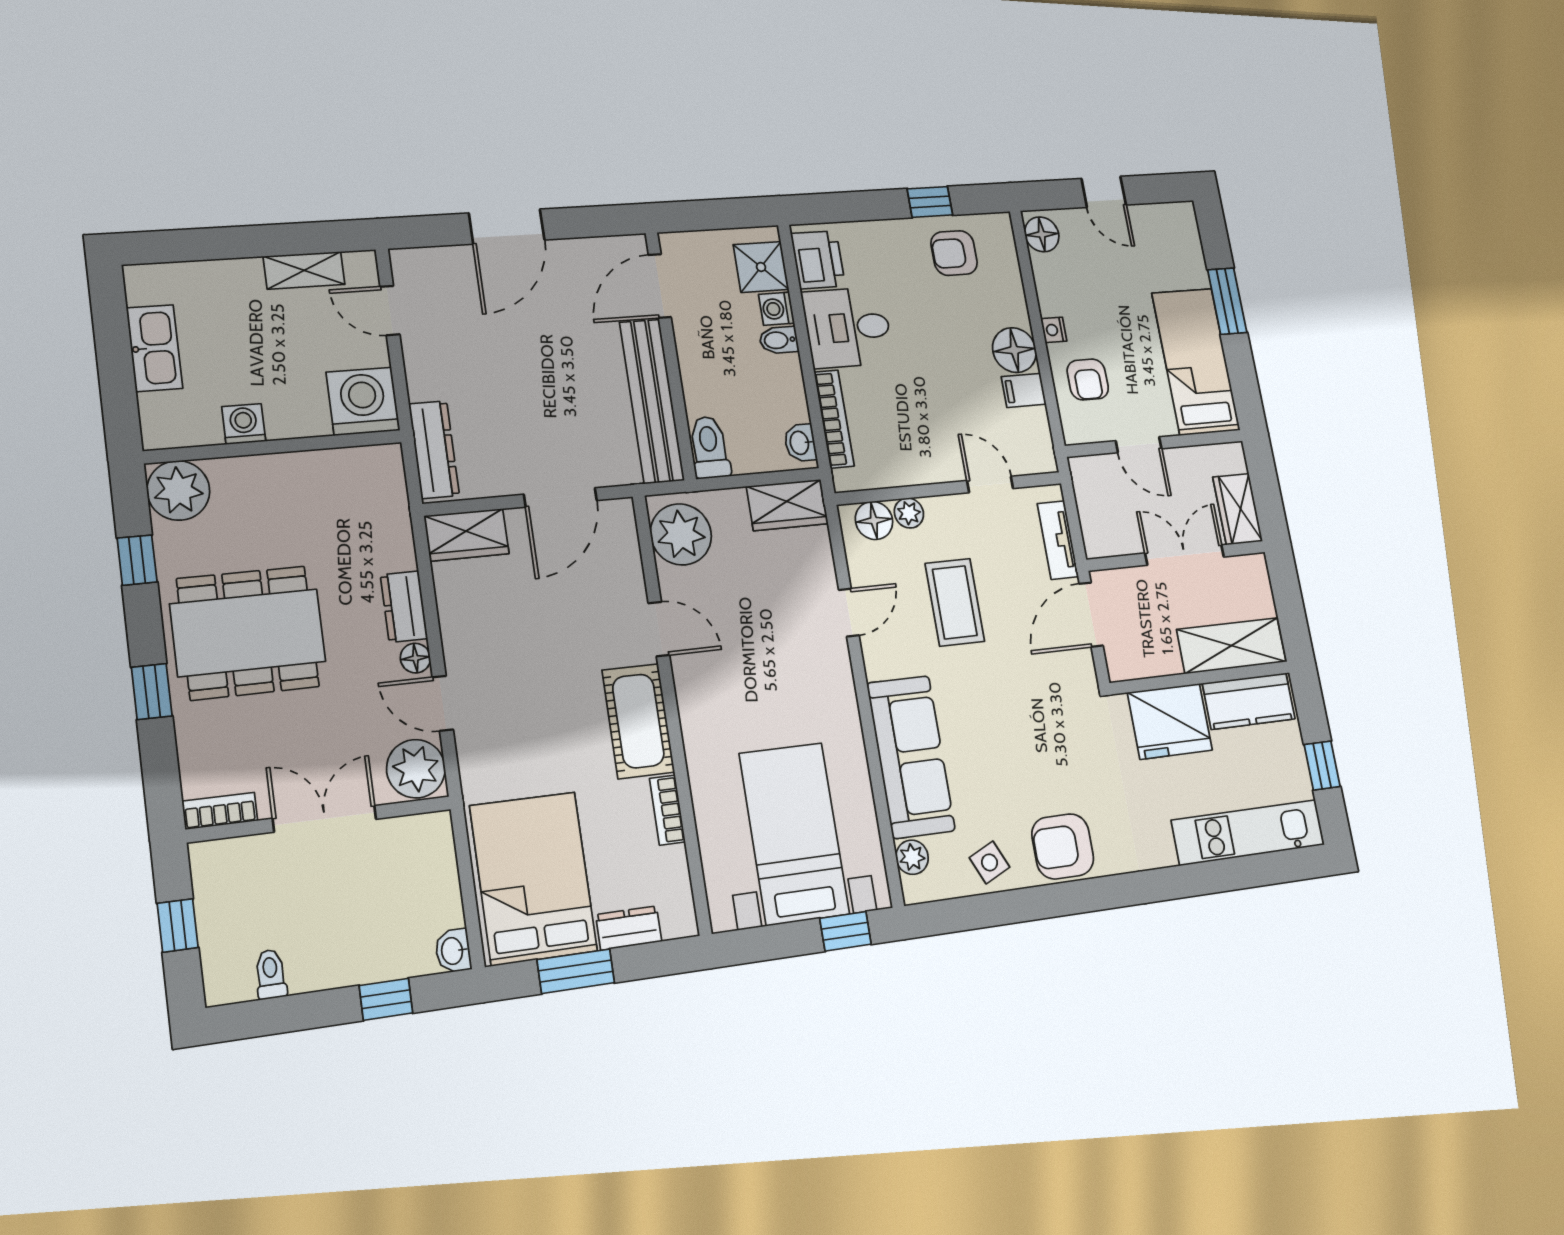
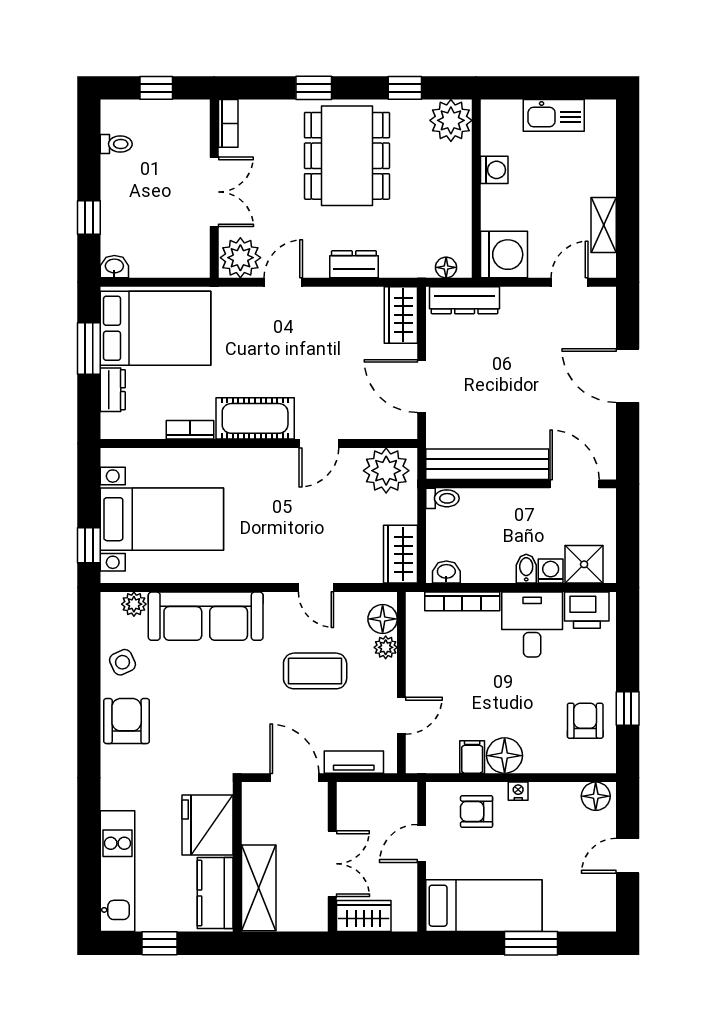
toilet: (709, 447) -> (442, 498), width x0.73, depth x0.72
floor lamp: (415, 658) -> (446, 267), moved

